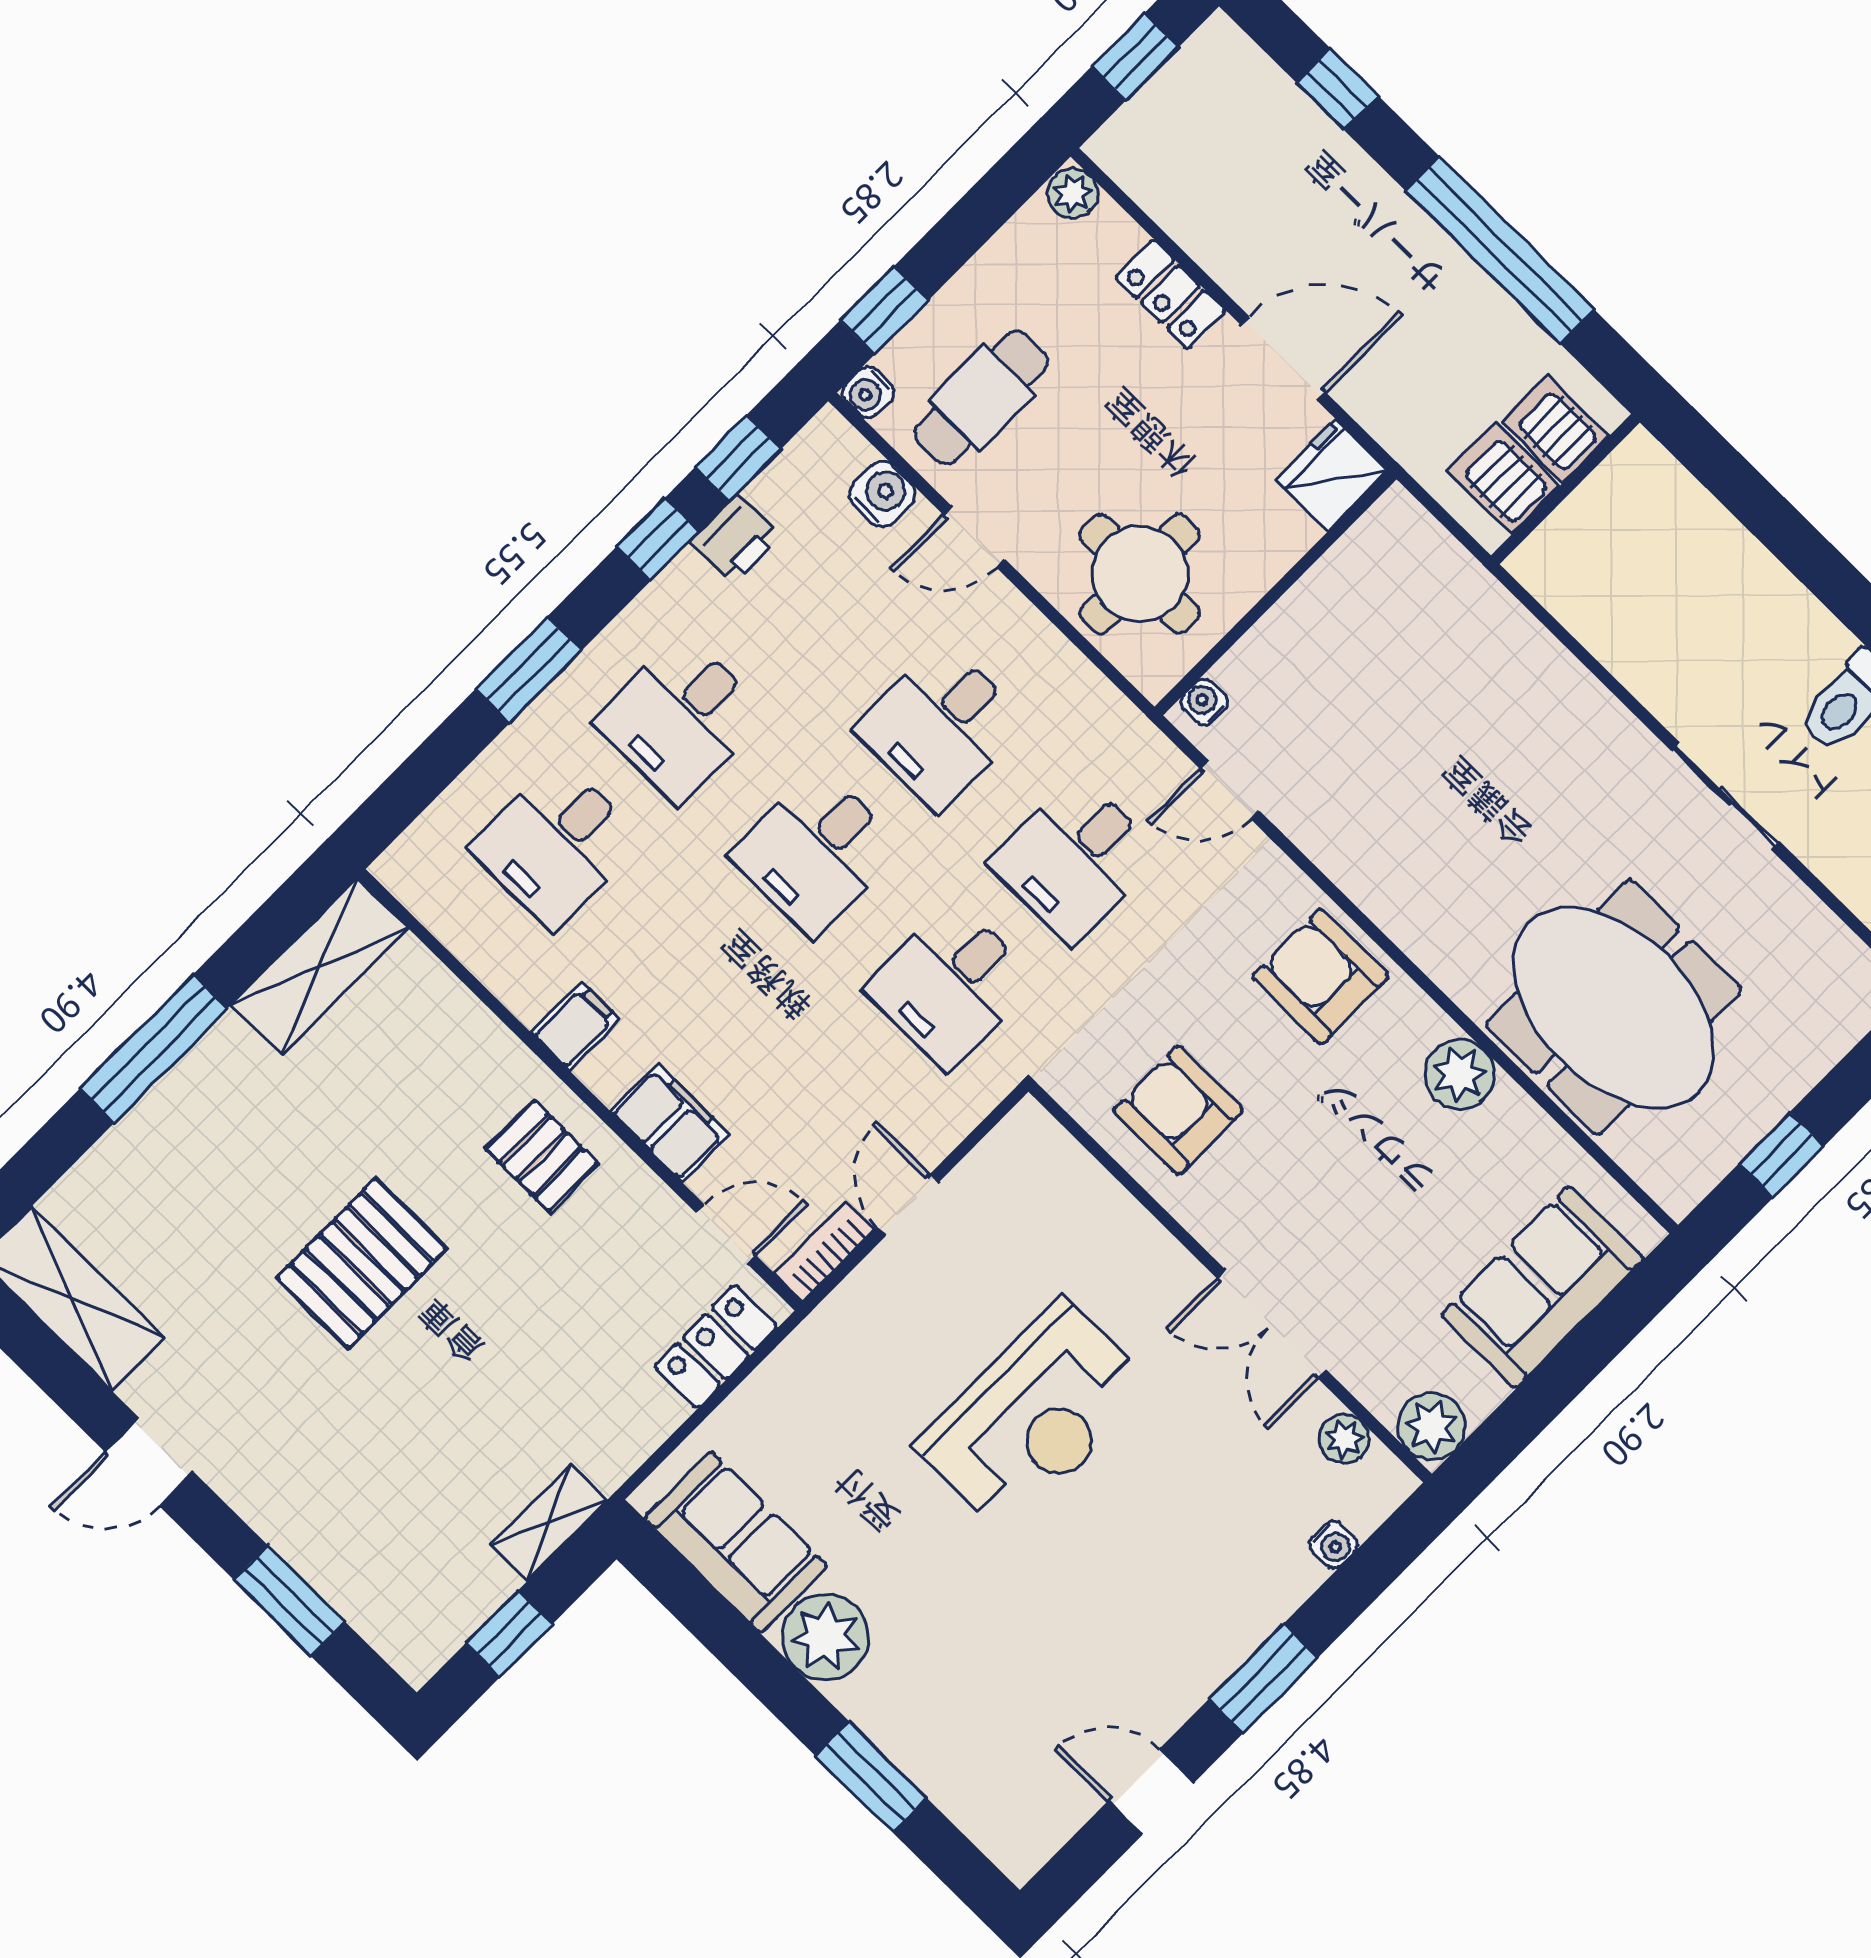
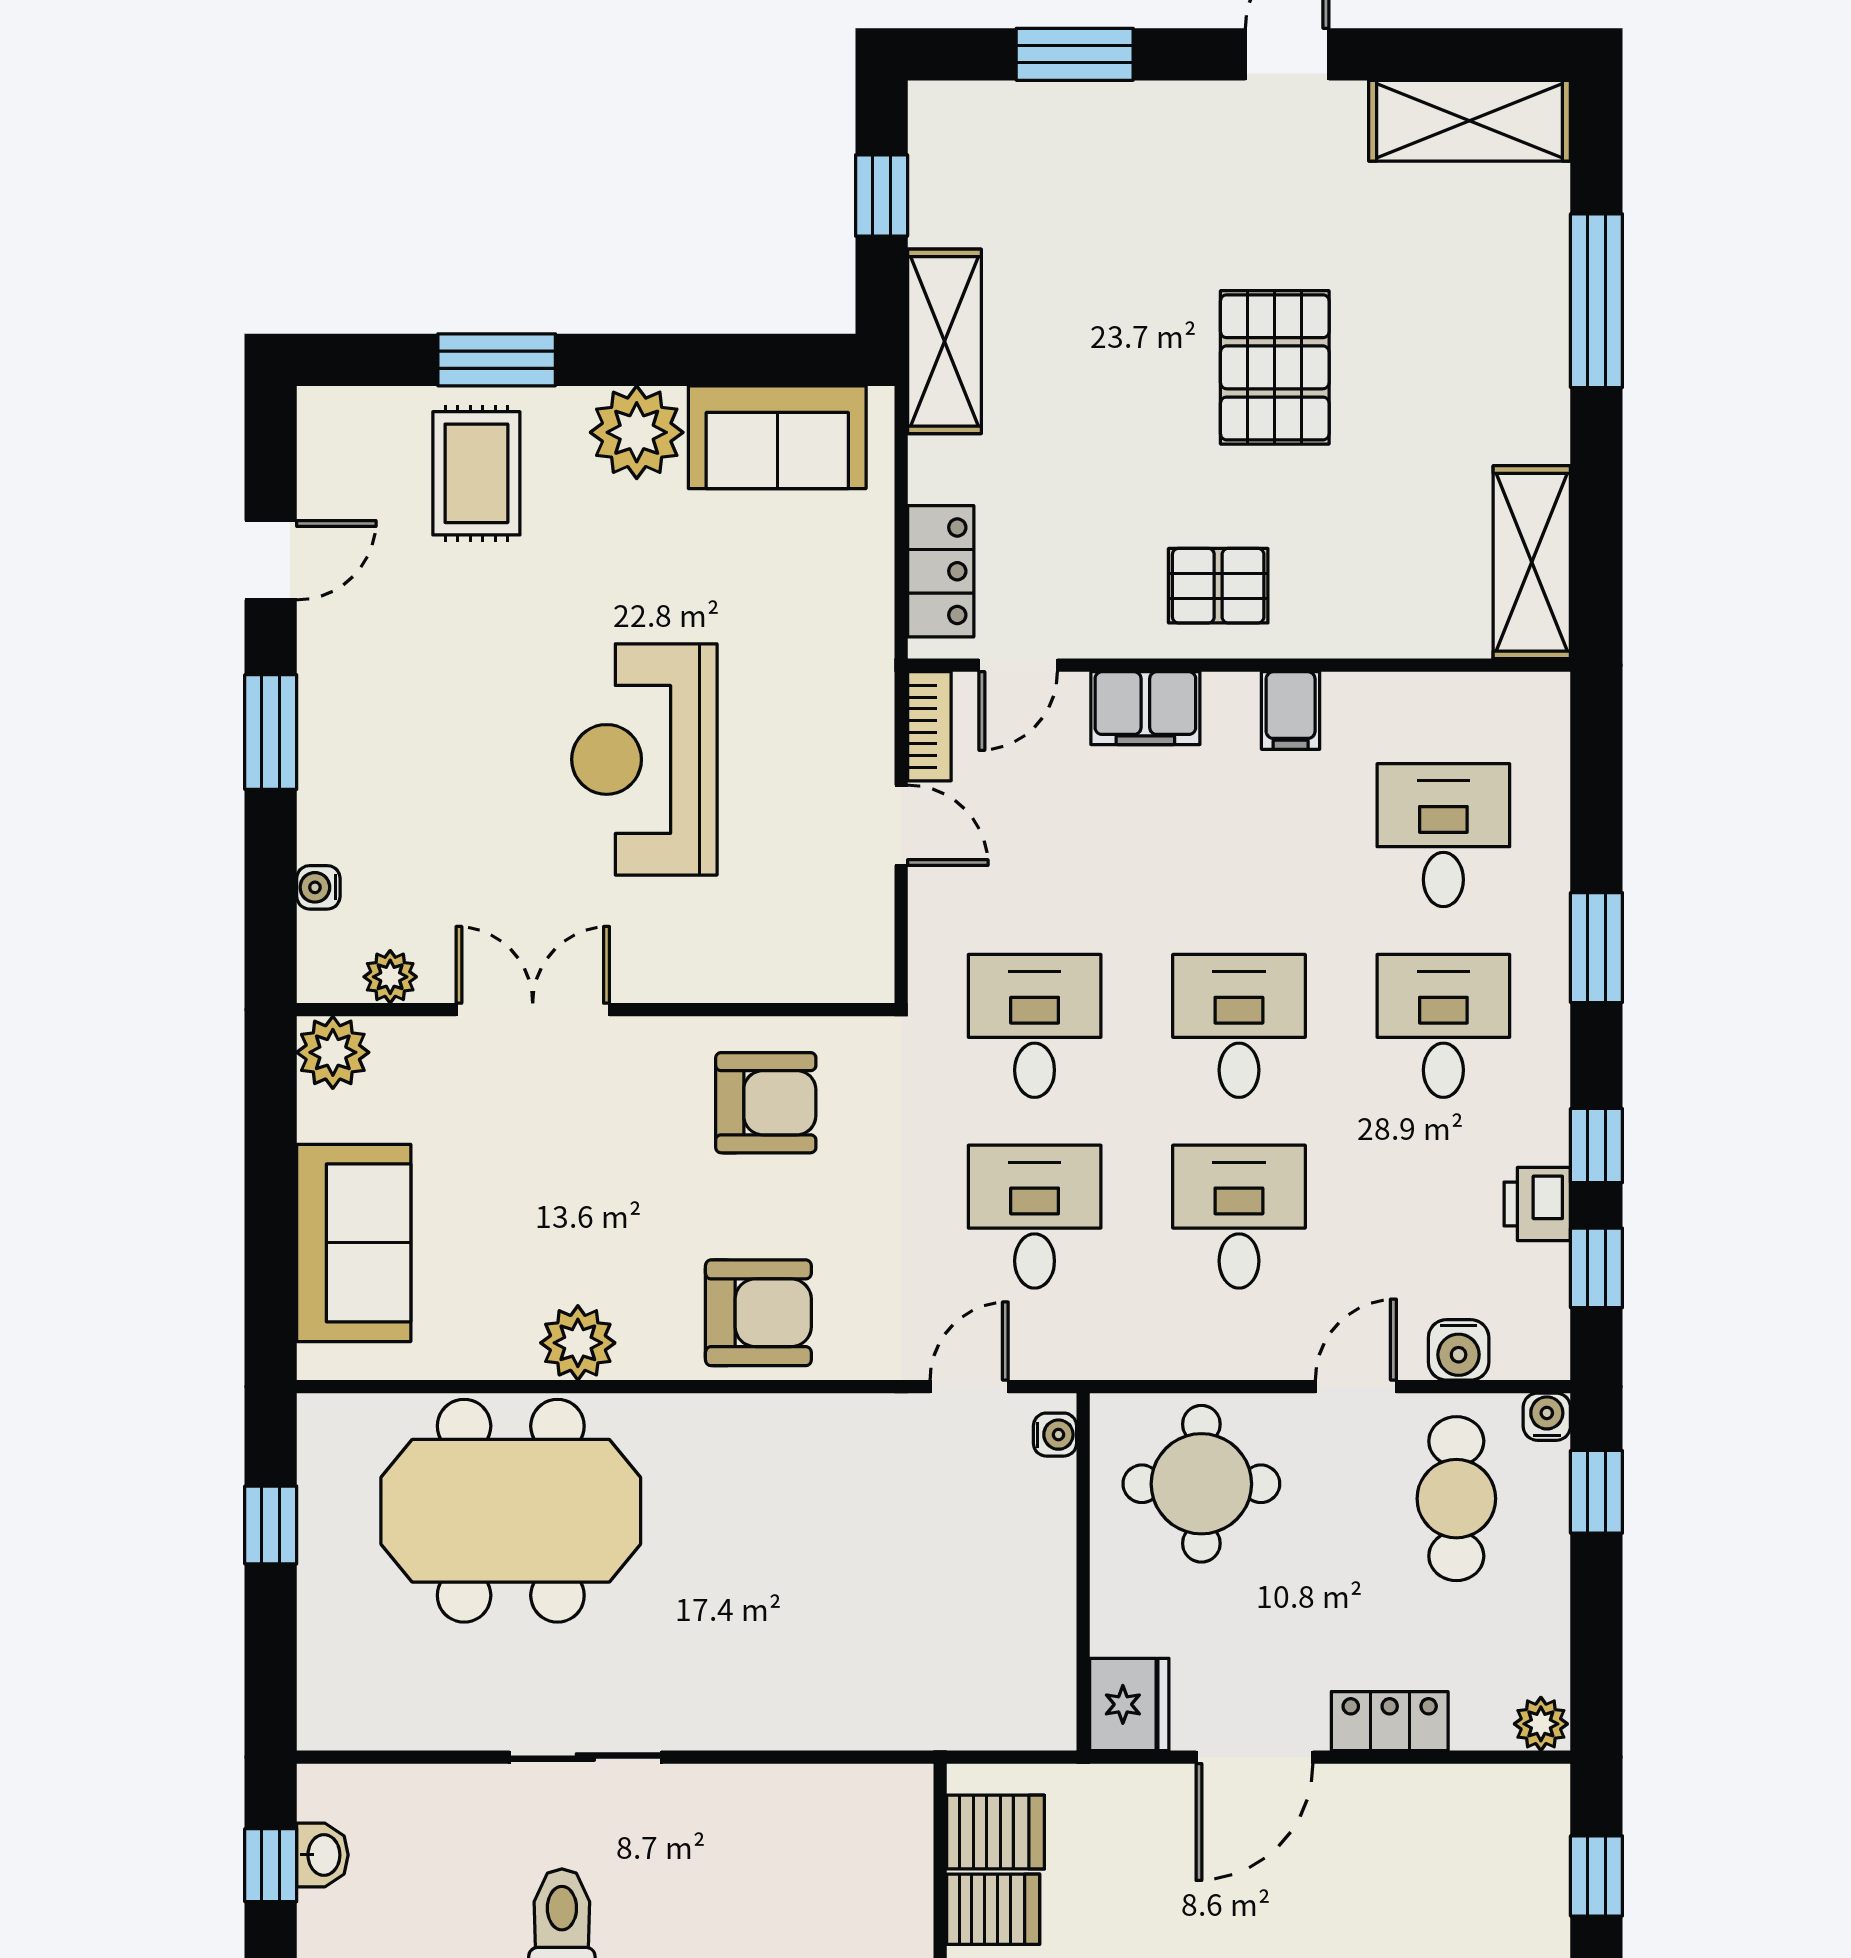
window: (154, 1049) -> (1596, 301), moved
shelving: (549, 1522) -> (944, 341), width x1.50, depth x1.33
rug: (958, 1715) -> (476, 473), added

